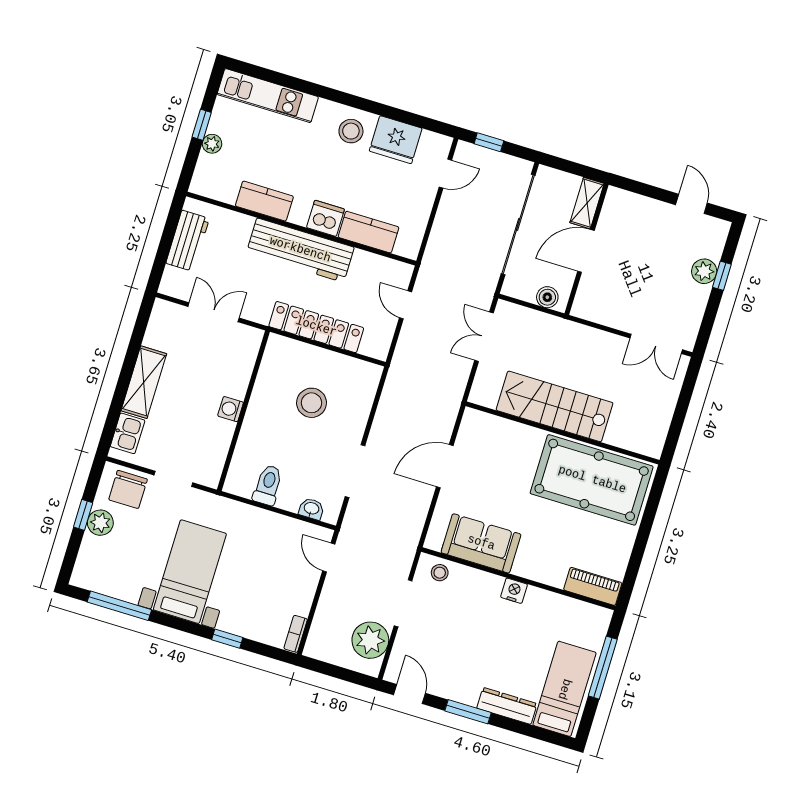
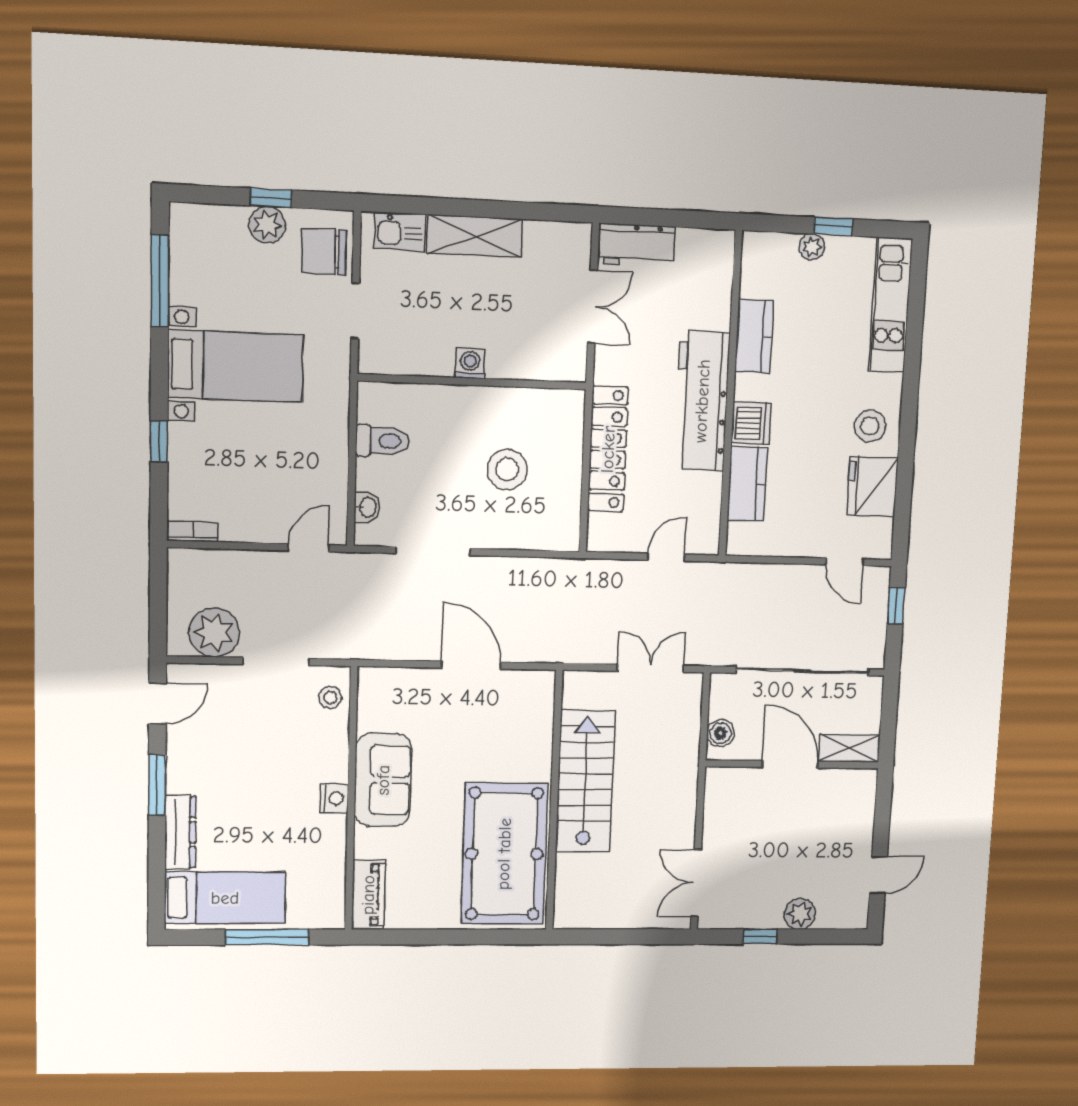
workbench: (188, 241) -> (636, 245), moved
window: (722, 276) -> (760, 937), moved
sofa: (481, 543) -> (383, 780), moved

